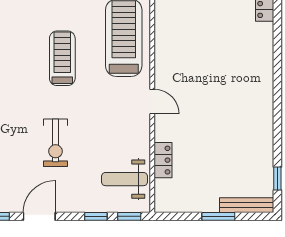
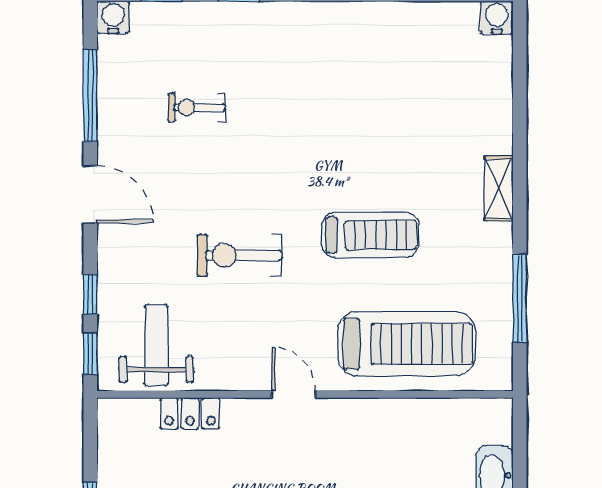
door: (152, 101) -> (294, 394), swing flipped
exercise bike: (55, 143) -> (240, 255), moved

